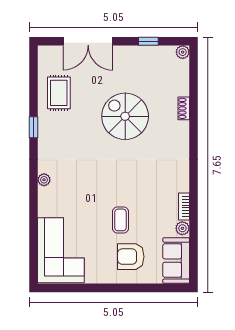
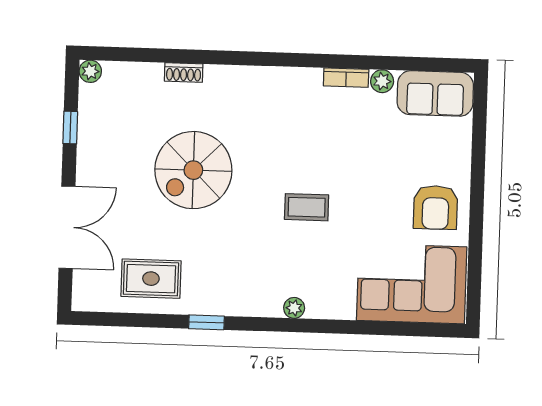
coffee table: (120, 220) -> (307, 207), moved
armchair: (131, 257) -> (435, 207), moved

